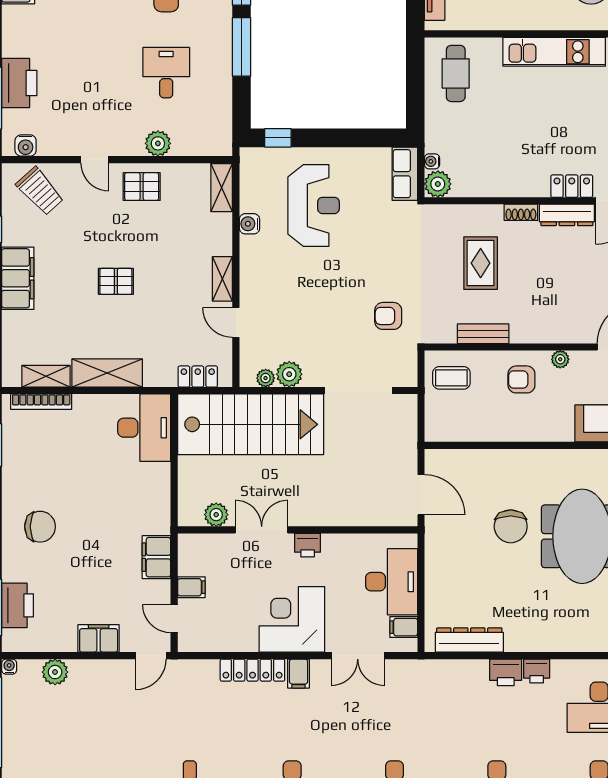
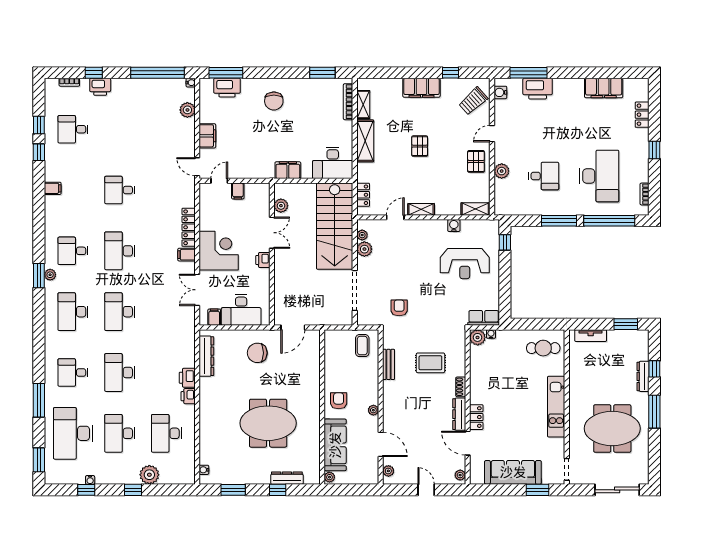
armchair: (521, 379) -> (339, 401), moved
chair: (511, 526) -> (257, 353), moved
filing cabinet: (156, 557) -> (288, 170), moved

